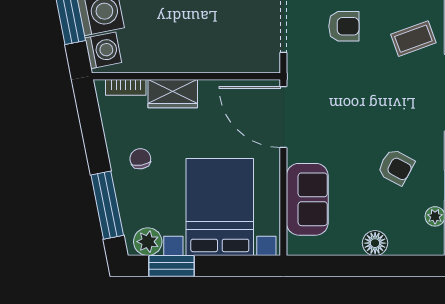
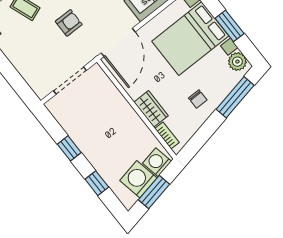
armchair: (344, 26) -> (69, 23), moved, turned 90
chair: (140, 159) -> (198, 99), turned -81
window: (172, 266) -> (230, 26), moved

